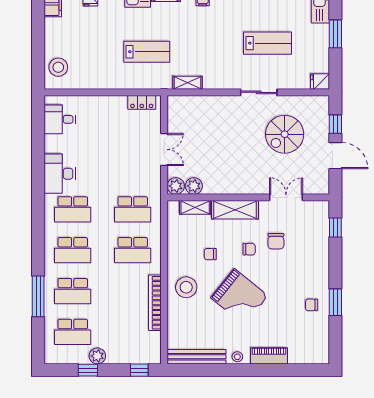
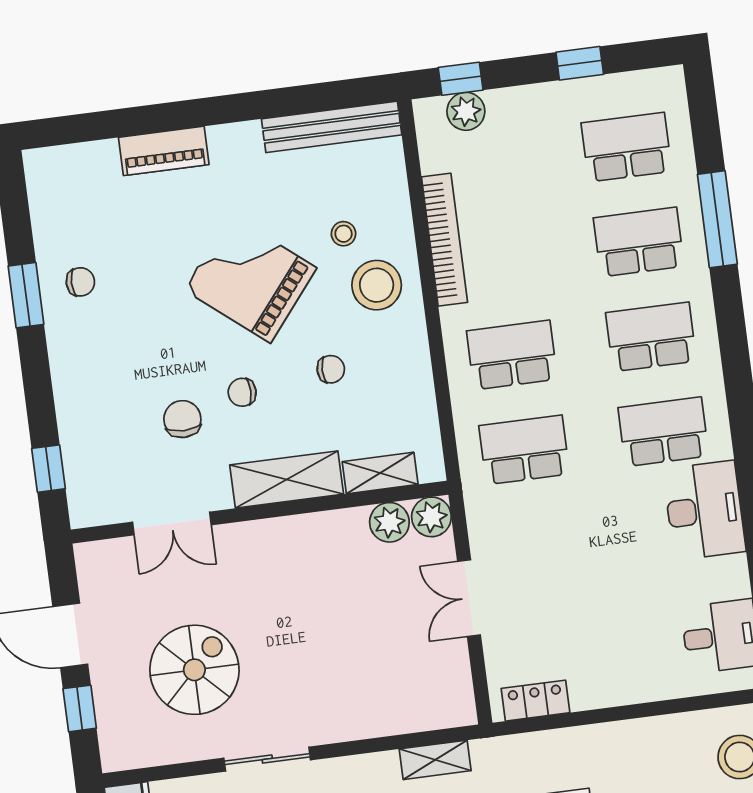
plant: (97, 356) -> (466, 111), moved
stool: (237, 357) -> (344, 234), moved

